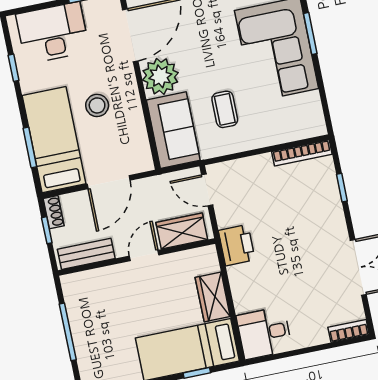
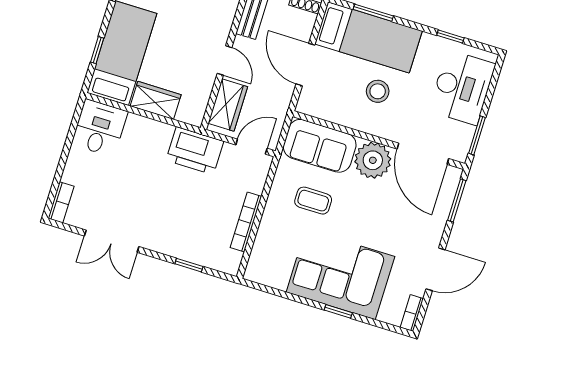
window: (310, 33) -> (338, 311), width x0.67
bookcase: (302, 153) -> (246, 222), moved
printer: (237, 245) -> (195, 151), width x1.37, depth x1.19

